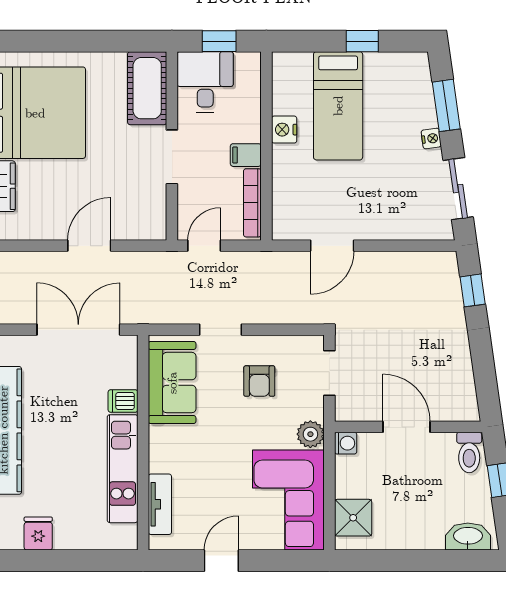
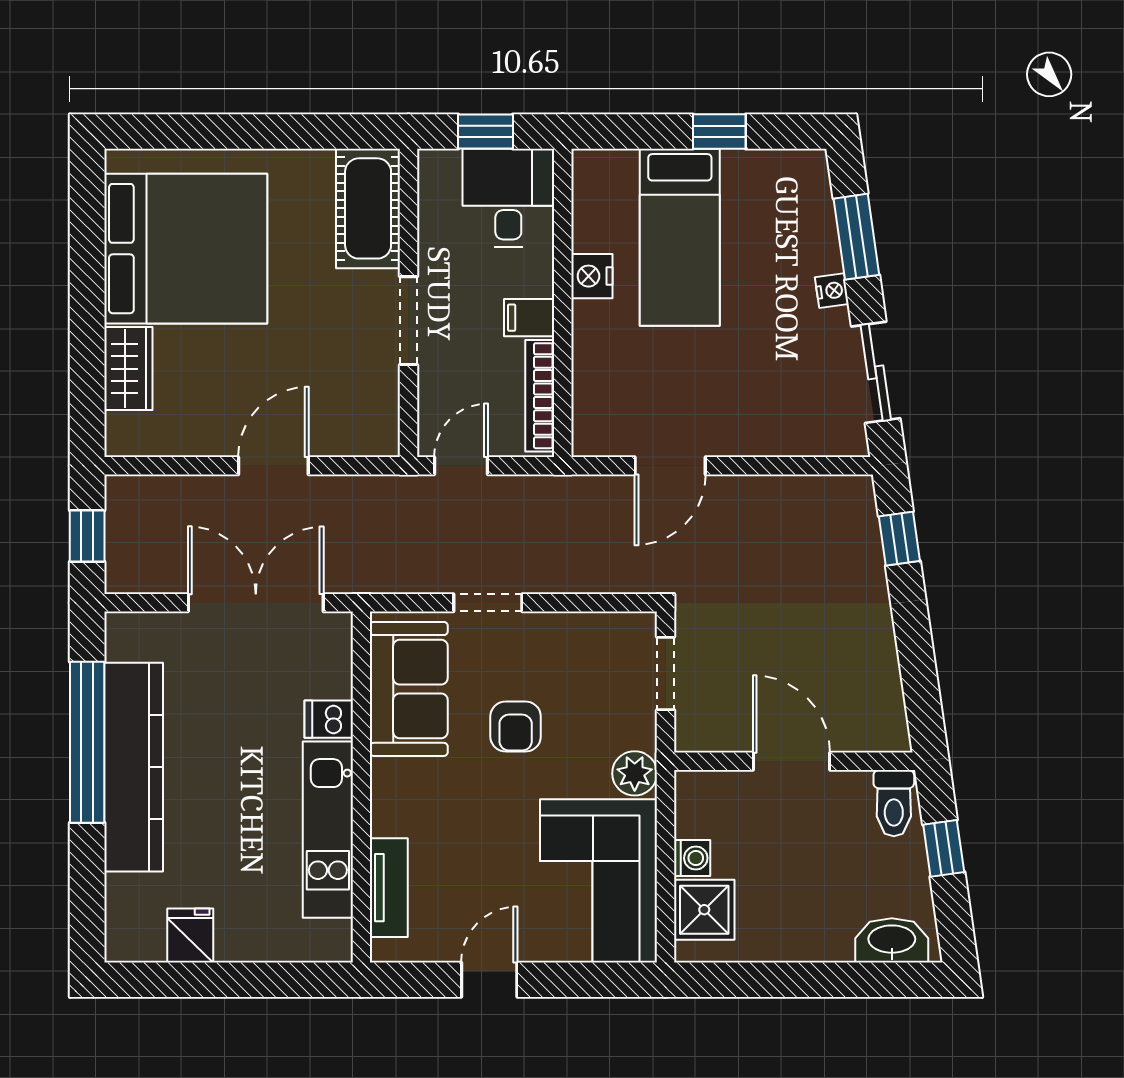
desk: (205, 82) -> (508, 198), moved
armchair: (259, 381) -> (516, 727), moved
washing machine: (346, 443) -> (692, 858), moved

